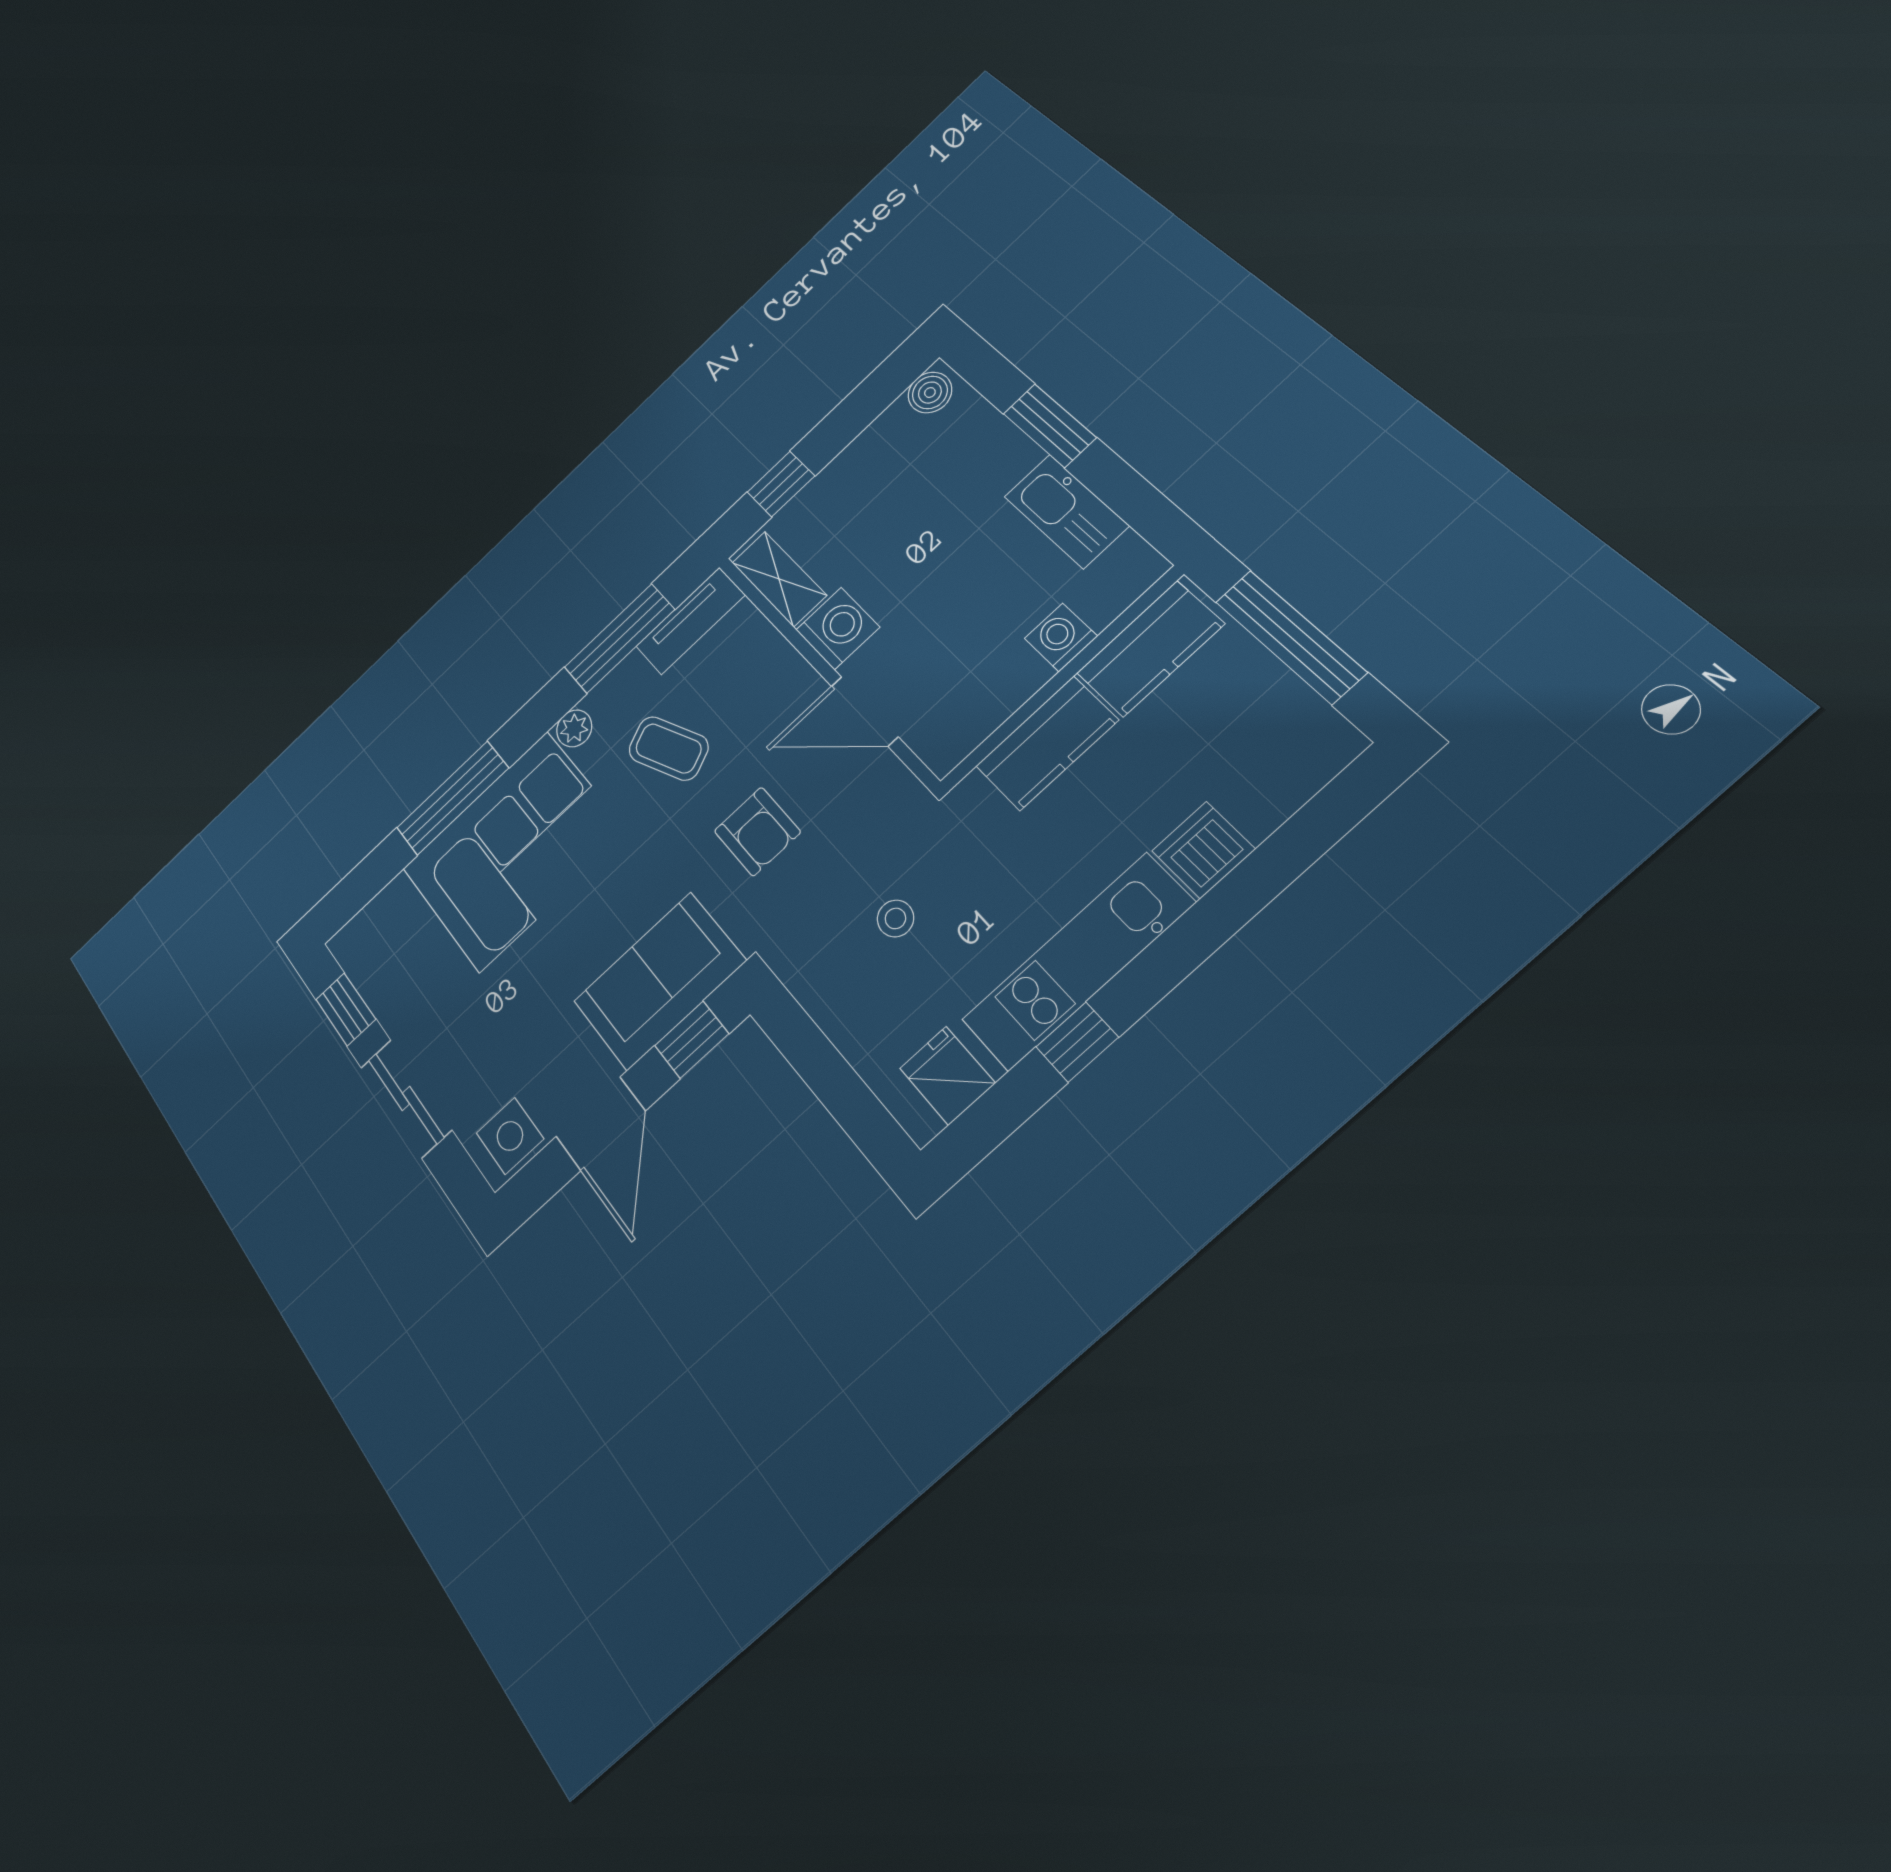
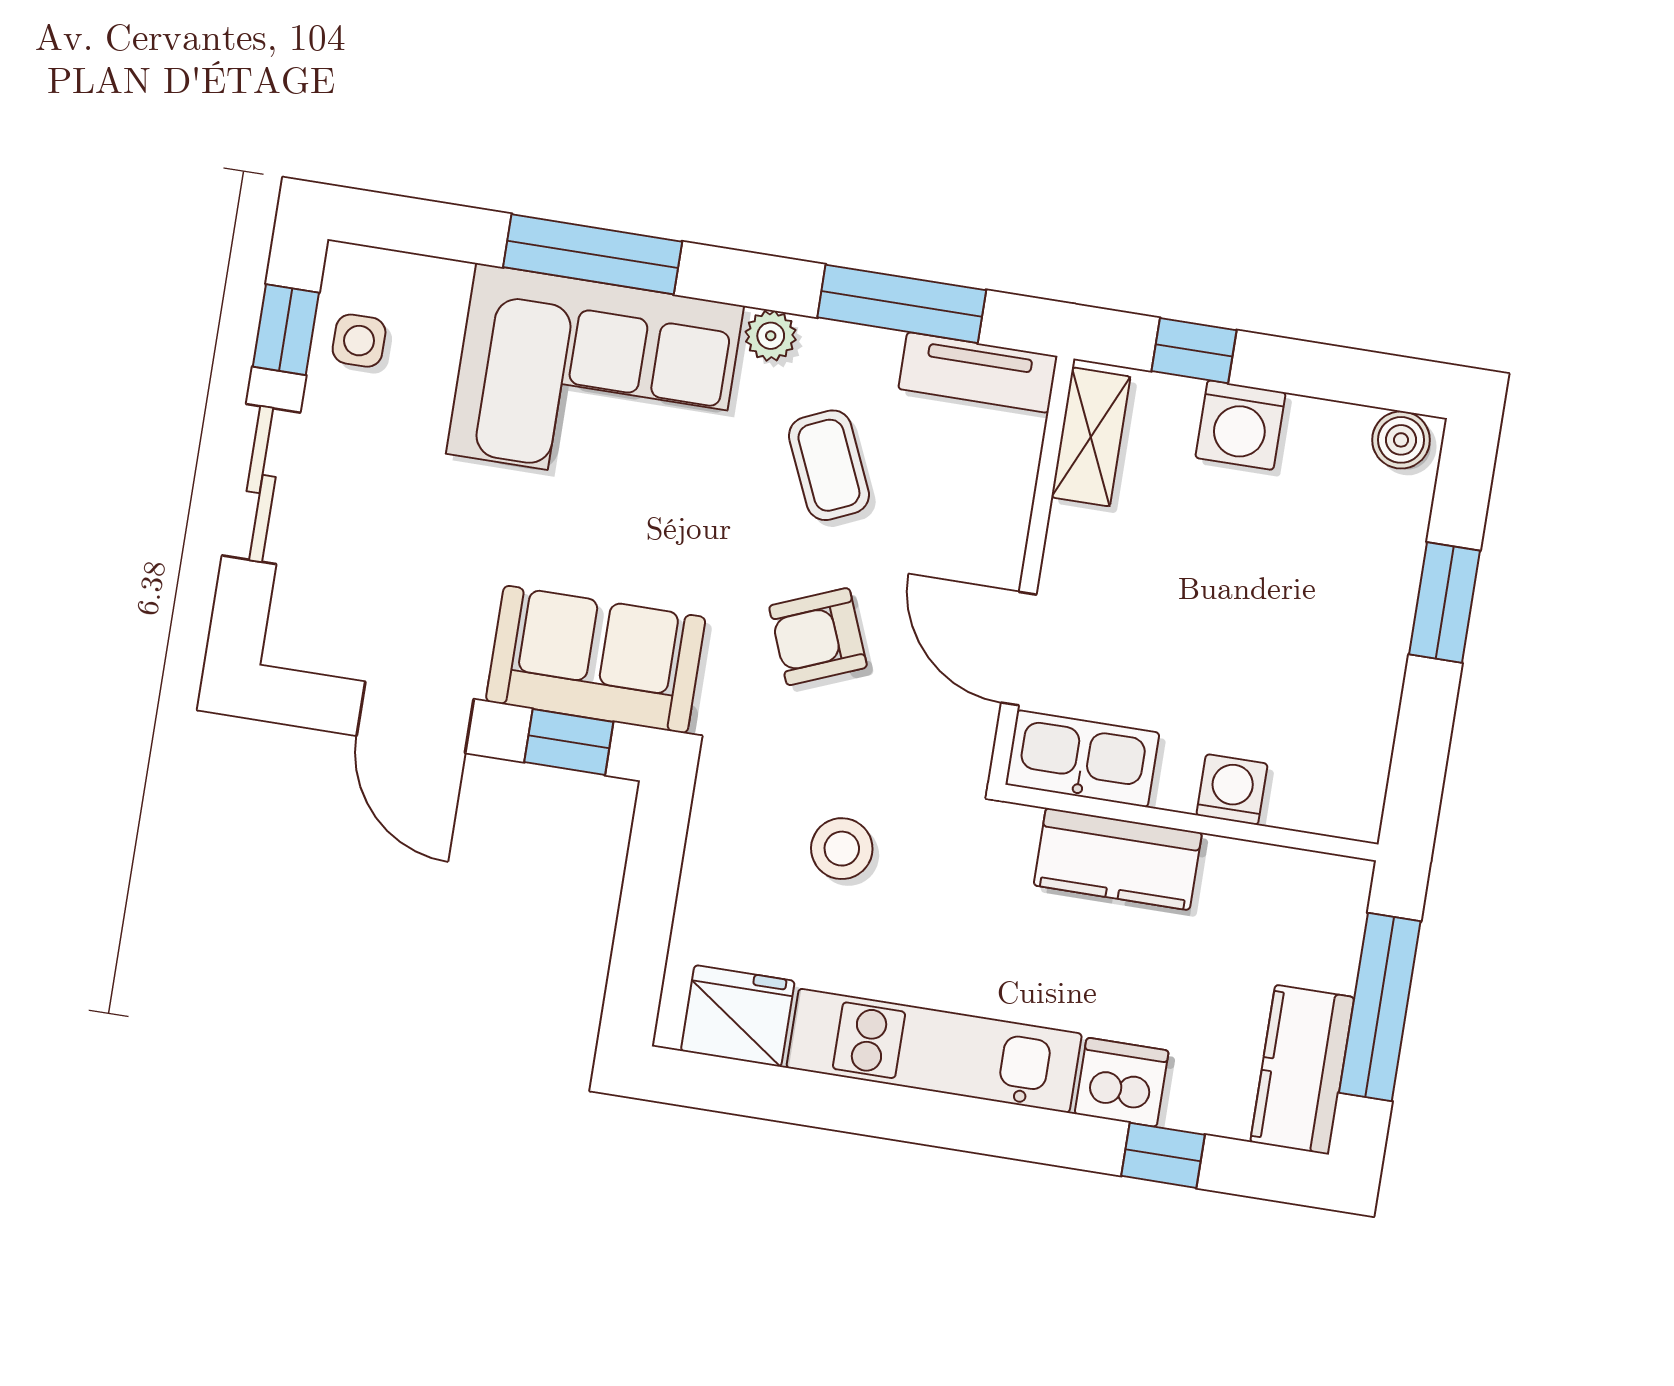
kitchen sink: (1066, 511) -> (1082, 759), moved, turned 90
washing machine: (838, 629) -> (1240, 425), moved, turned 90
kitchen counter: (1150, 649) -> (1302, 1070), moved, turned 90
armchair: (757, 832) -> (818, 637), turned 68
stool: (895, 918) -> (842, 849), width x1.37, depth x1.37
window: (1077, 1042) -> (1163, 1155), moved
fridge: (947, 1076) -> (738, 1016), width x1.38
door: (600, 1124) -> (415, 717), hinge flipped
side table: (510, 1136) -> (359, 341), moved, width x0.73, depth x0.73

